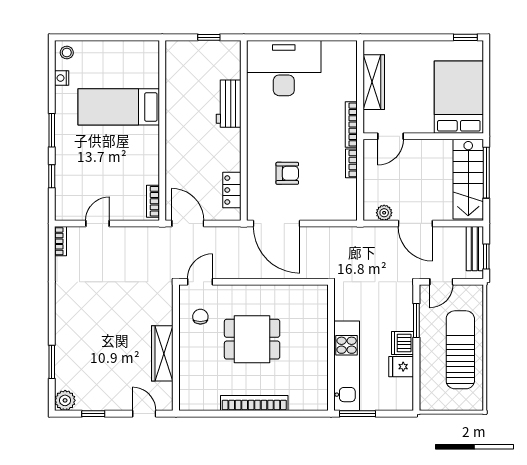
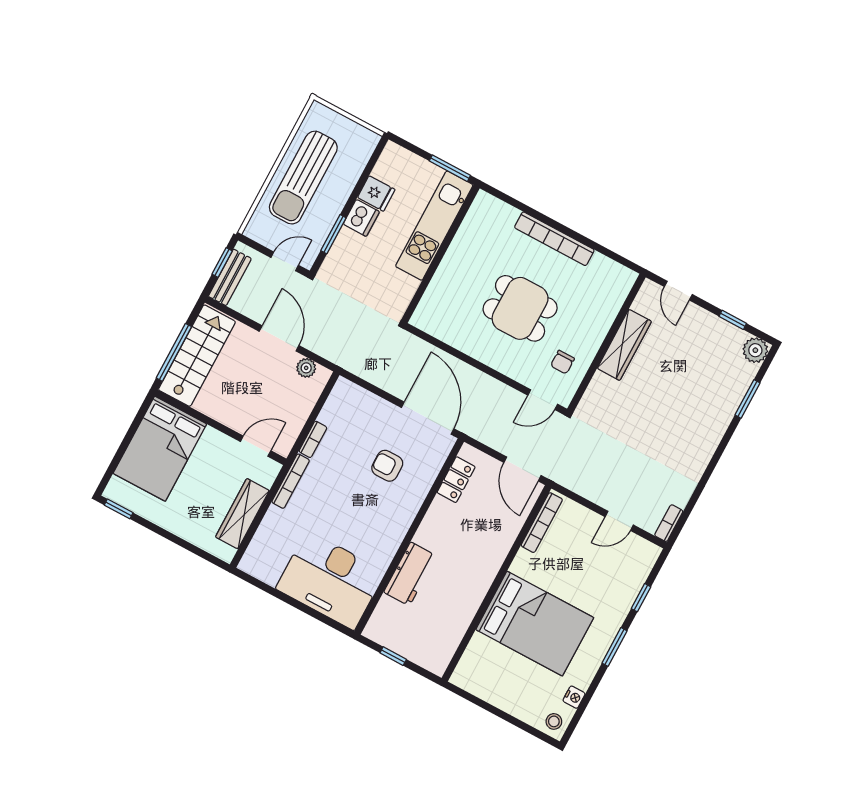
bed: (119, 107) -> (535, 624), width x1.50
bookcase: (153, 201) -> (542, 523), width x1.56

